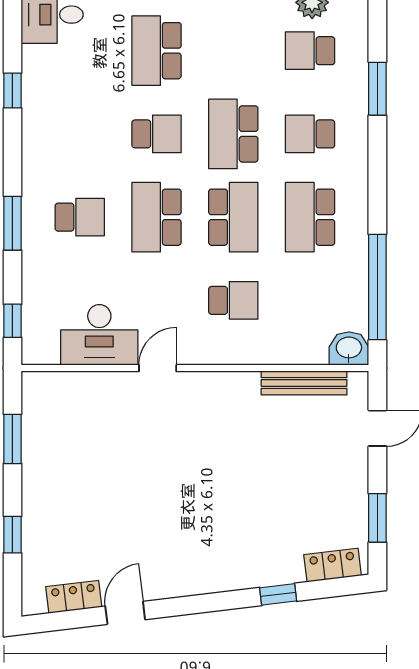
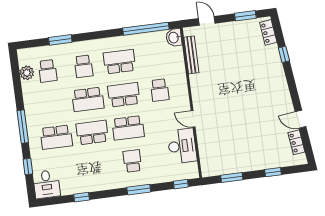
school desk: (157, 134) -> (92, 133), width x1.85
school desk: (310, 217) -> (119, 62), turned 180
school desk: (233, 300) -> (160, 90), turned 180

